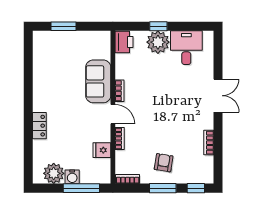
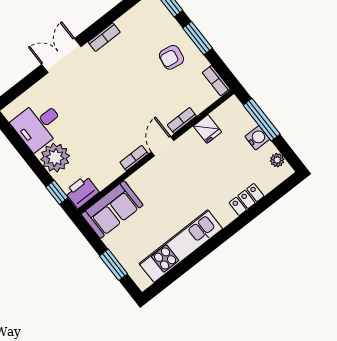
window: (158, 26) -> (57, 192), moved
kitchen unit: (42, 77) -> (181, 246), added
sofa: (98, 81) -> (112, 210), moved
locker: (39, 126) -> (247, 199), moved
bookcase: (209, 143) -> (104, 37), moved
plant: (54, 173) -> (277, 160), width x0.53, depth x0.53

